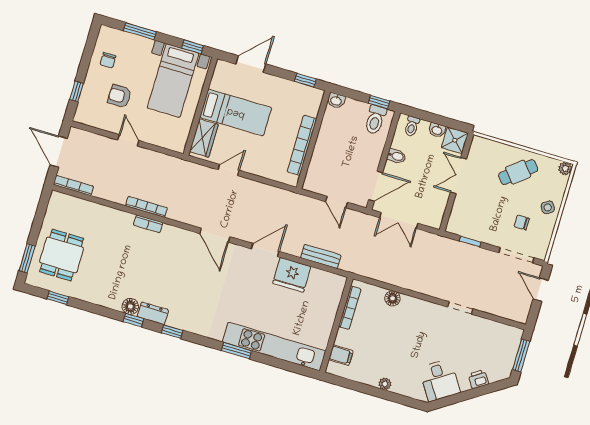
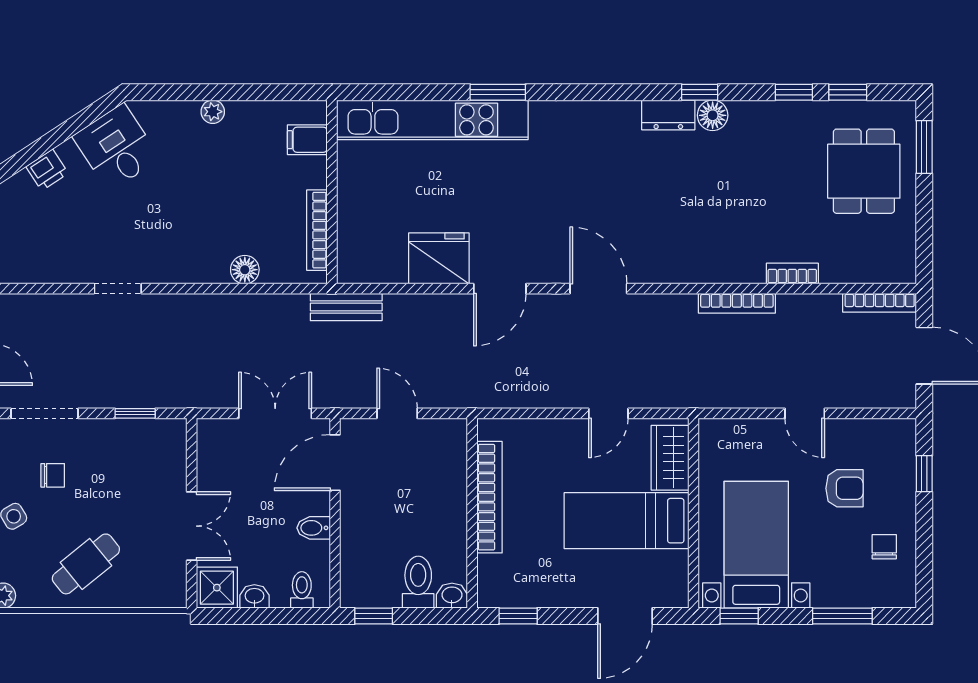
toilet: (375, 120) -> (418, 582), moved
bookcase: (148, 224) -> (792, 274), moved
bench: (321, 256) -> (346, 307), moved
window: (172, 332) -> (794, 92), moved

